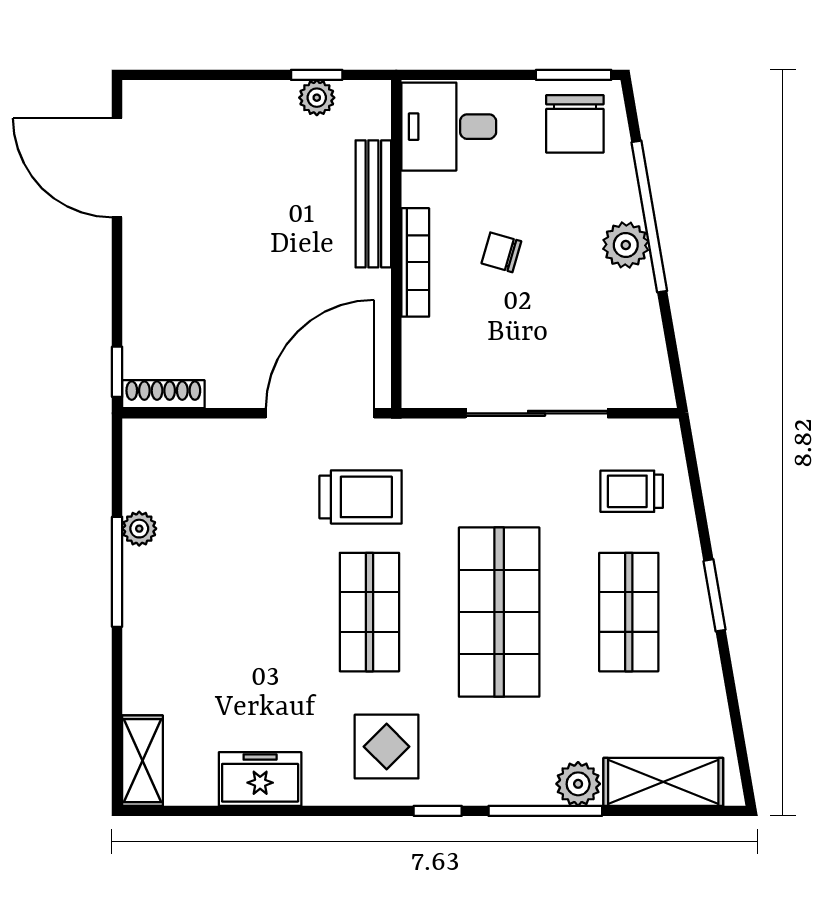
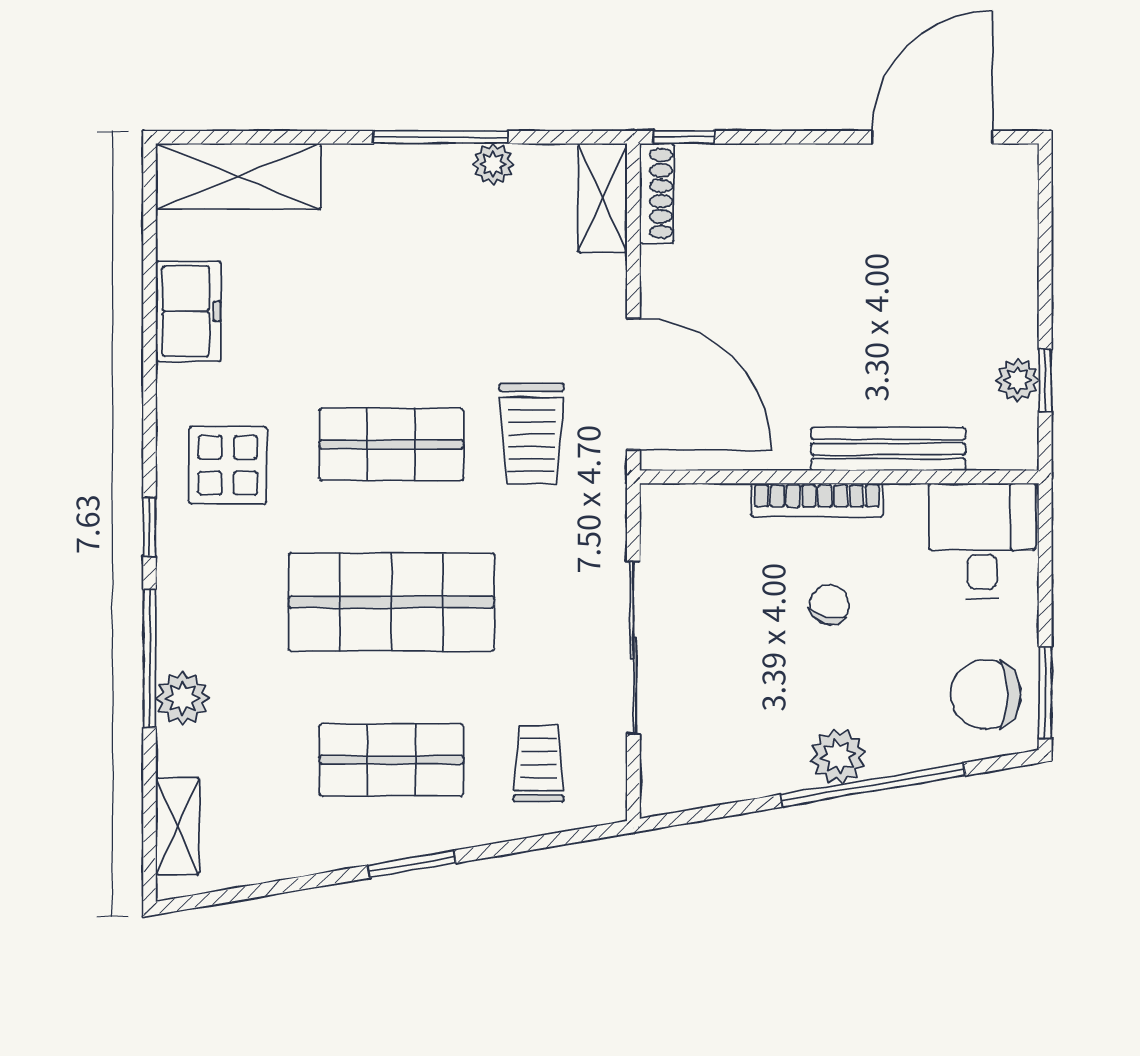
shelving: (167, 439) -> (603, 198), added
shelving: (142, 761) -> (238, 176), width x1.50, depth x1.33
shelving: (663, 782) -> (178, 826), width x0.67, depth x0.75

